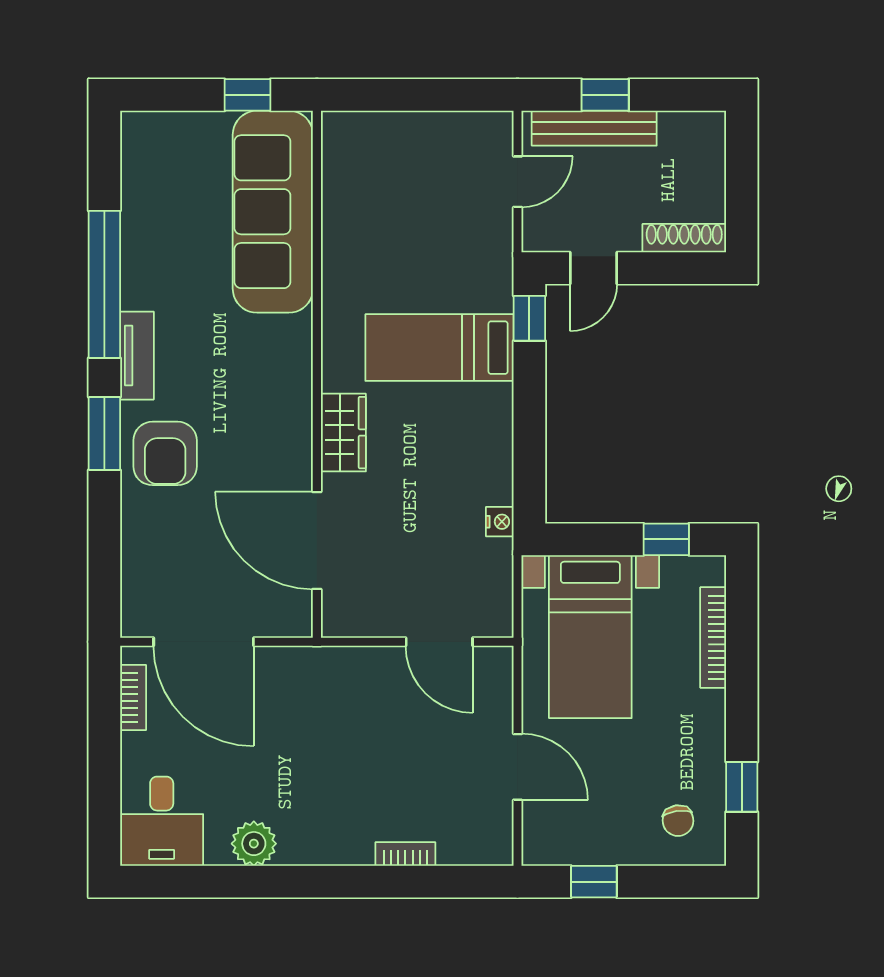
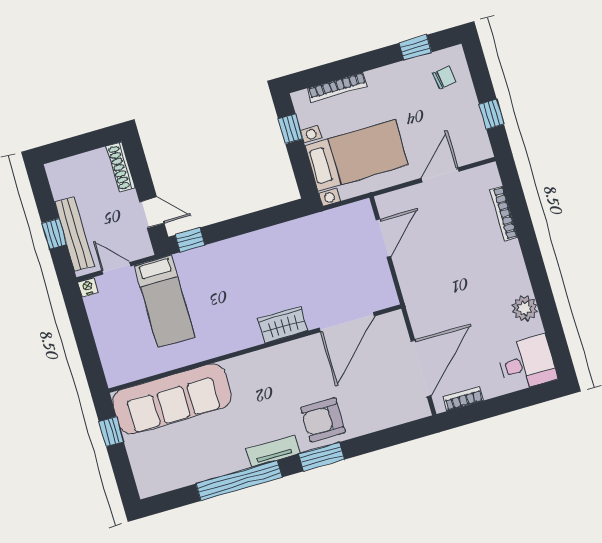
bed: (439, 348) -> (165, 301), moved
armchair: (165, 453) -> (323, 420), turned 180
nightstand: (500, 522) -> (88, 287), moved
bookcase: (405, 854) -> (504, 214), width x1.56

